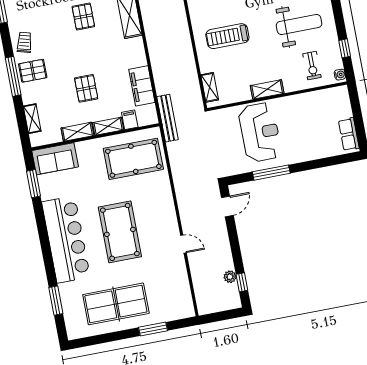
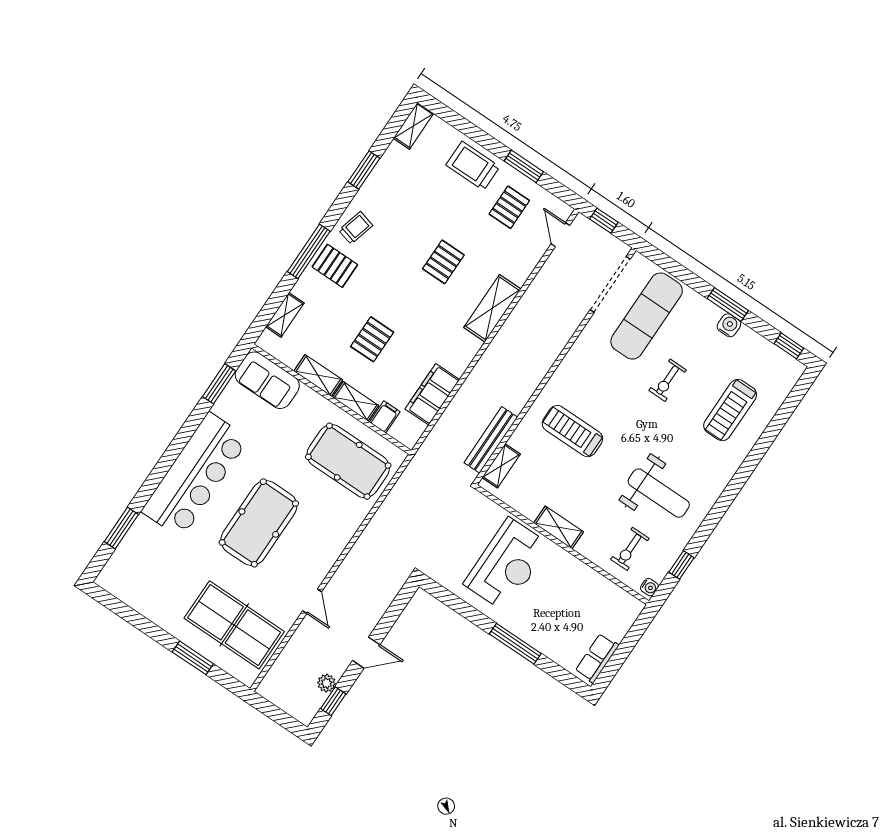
bench: (168, 118) -> (491, 440), moved
window: (271, 173) -> (515, 644), moved
door: (227, 206) -> (366, 653), moved
table tennis table: (116, 304) -> (234, 625), moved

